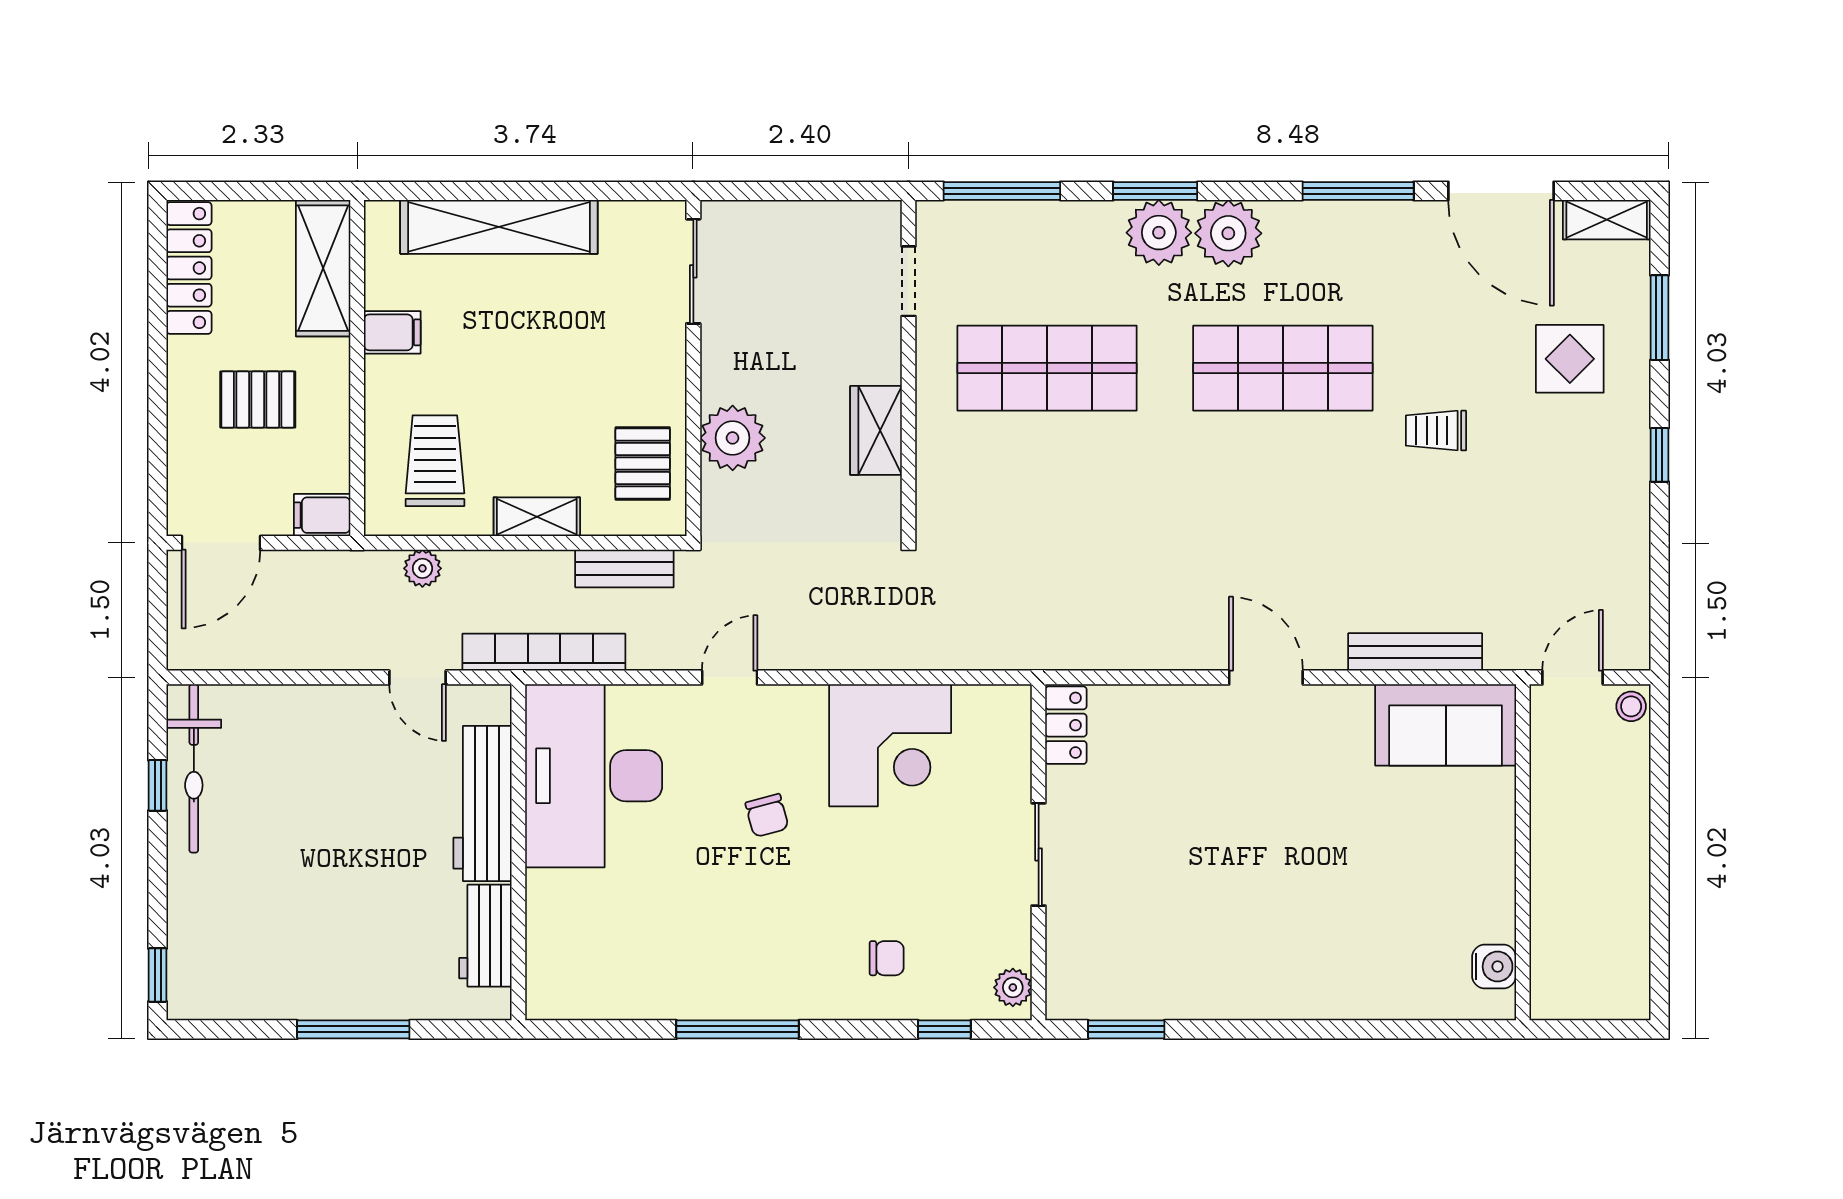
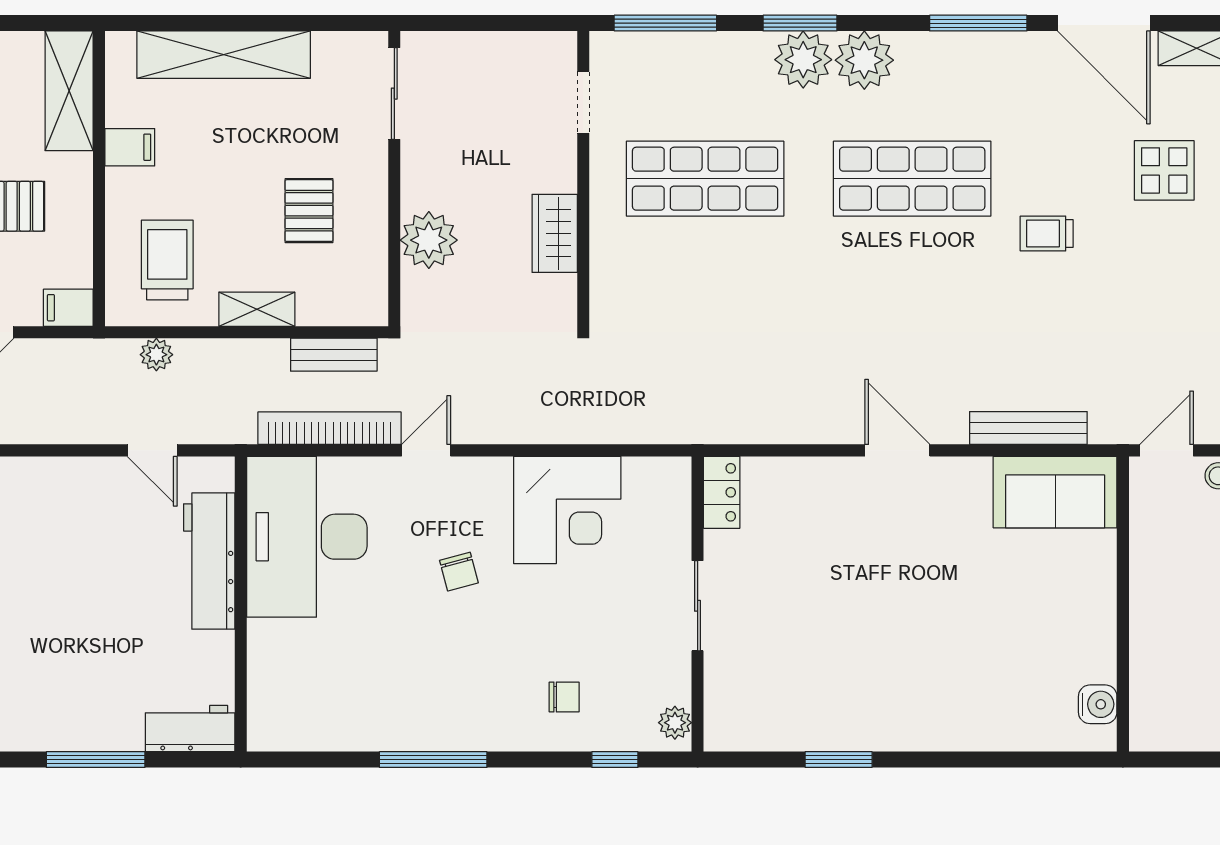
pallet: (643, 464) -> (309, 211), moved
bookcase: (544, 652) -> (329, 428), moved
workbench: (485, 936) -> (190, 729), moved, turned 90
window: (1126, 1029) -> (839, 760), moved

